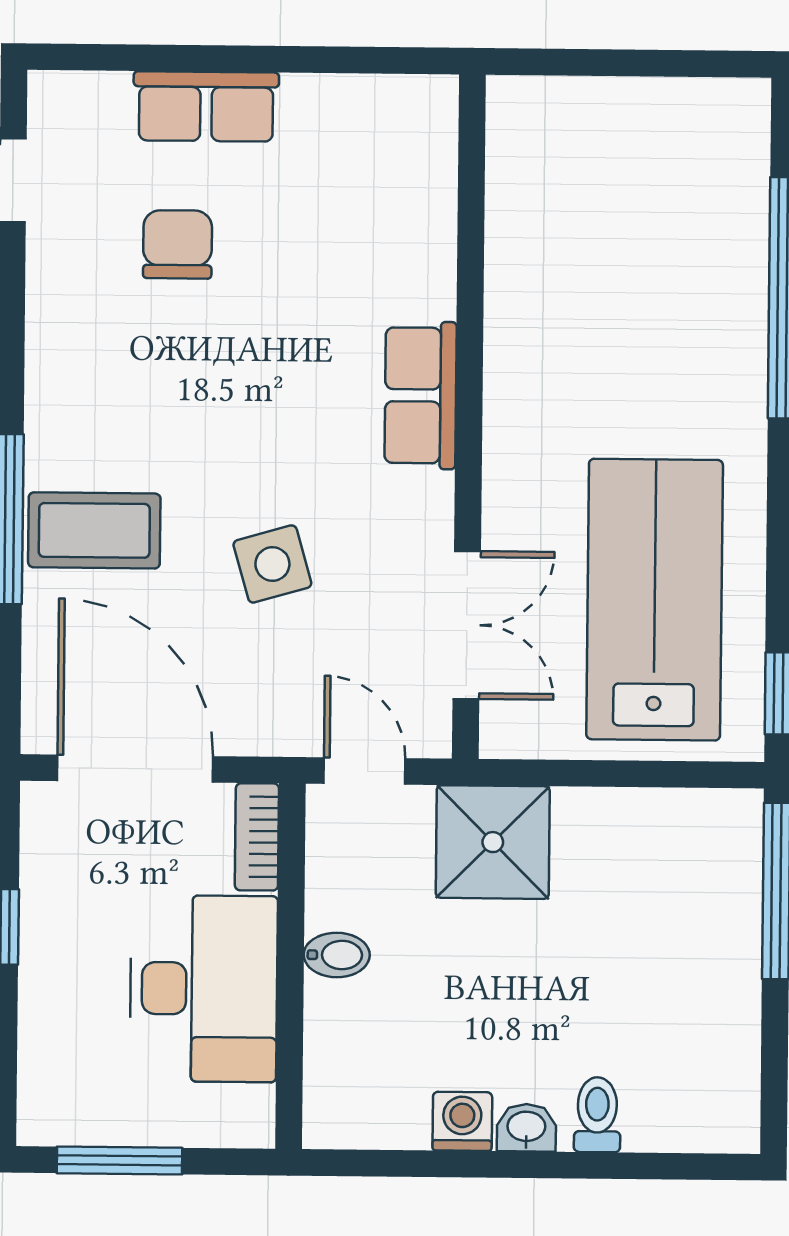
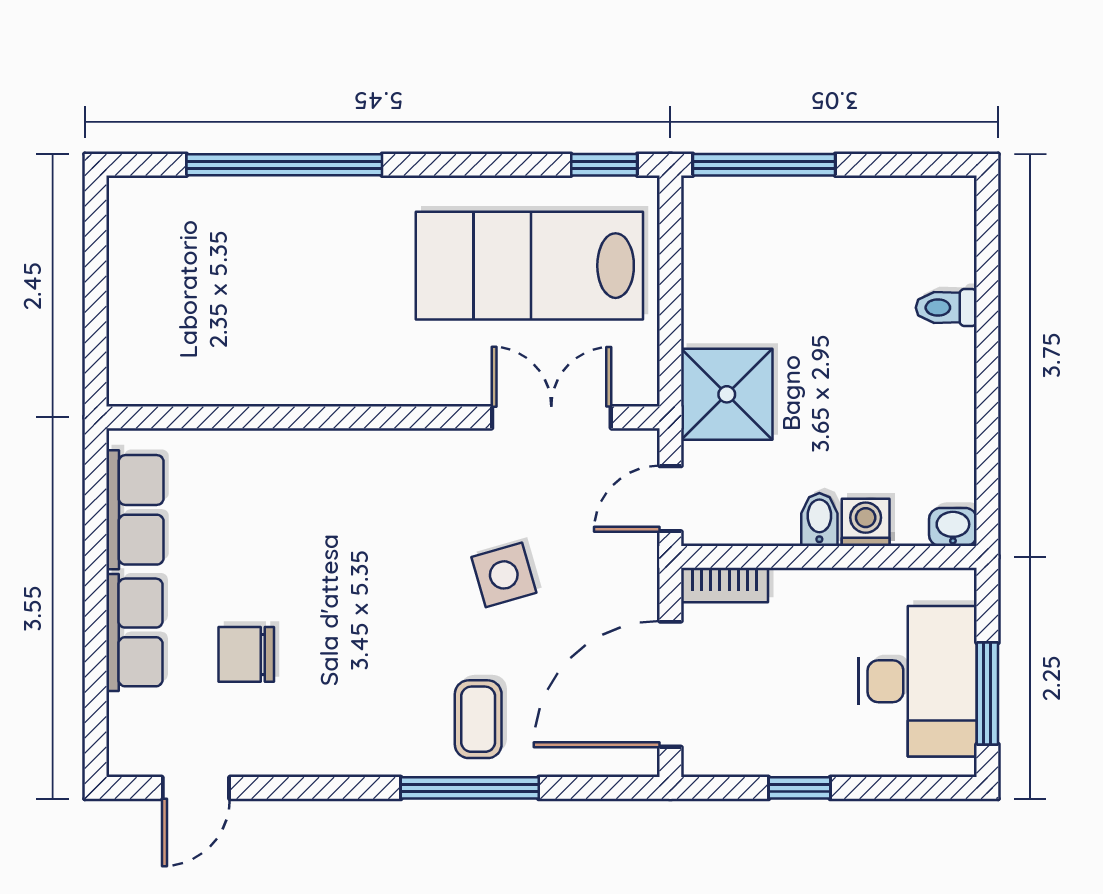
row of seats: (421, 395) -> (135, 510), moved, turned -90
coffee table: (94, 530) -> (478, 719), width x0.73, depth x0.77
desk: (204, 989) -> (917, 681), moved, turned 90
washing machine: (462, 1121) -> (866, 522), moved, turned 90
washbasin: (526, 1128) -> (953, 527), moved, turned 90

